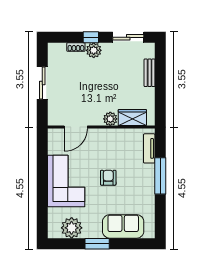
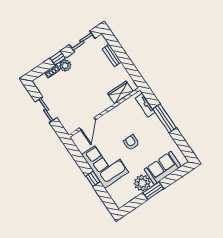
plant: (110, 119) -> (106, 103), removed
window: (42, 189) -> (93, 179), added
plant: (72, 228) -> (142, 183), moved

